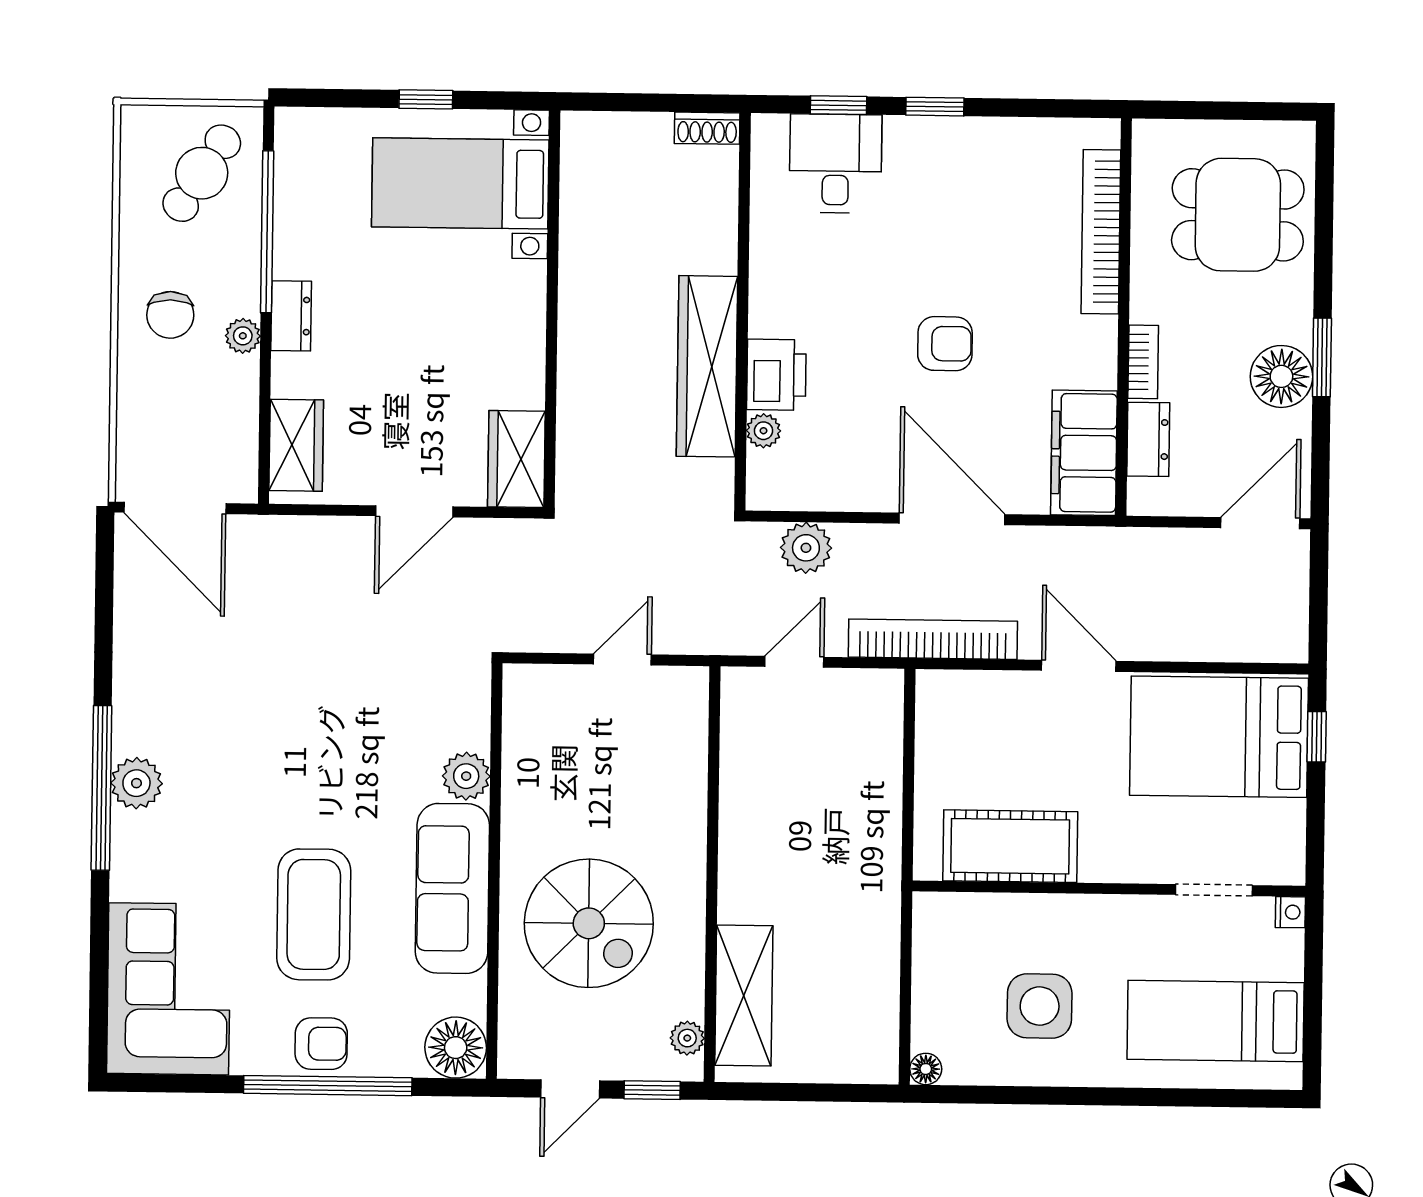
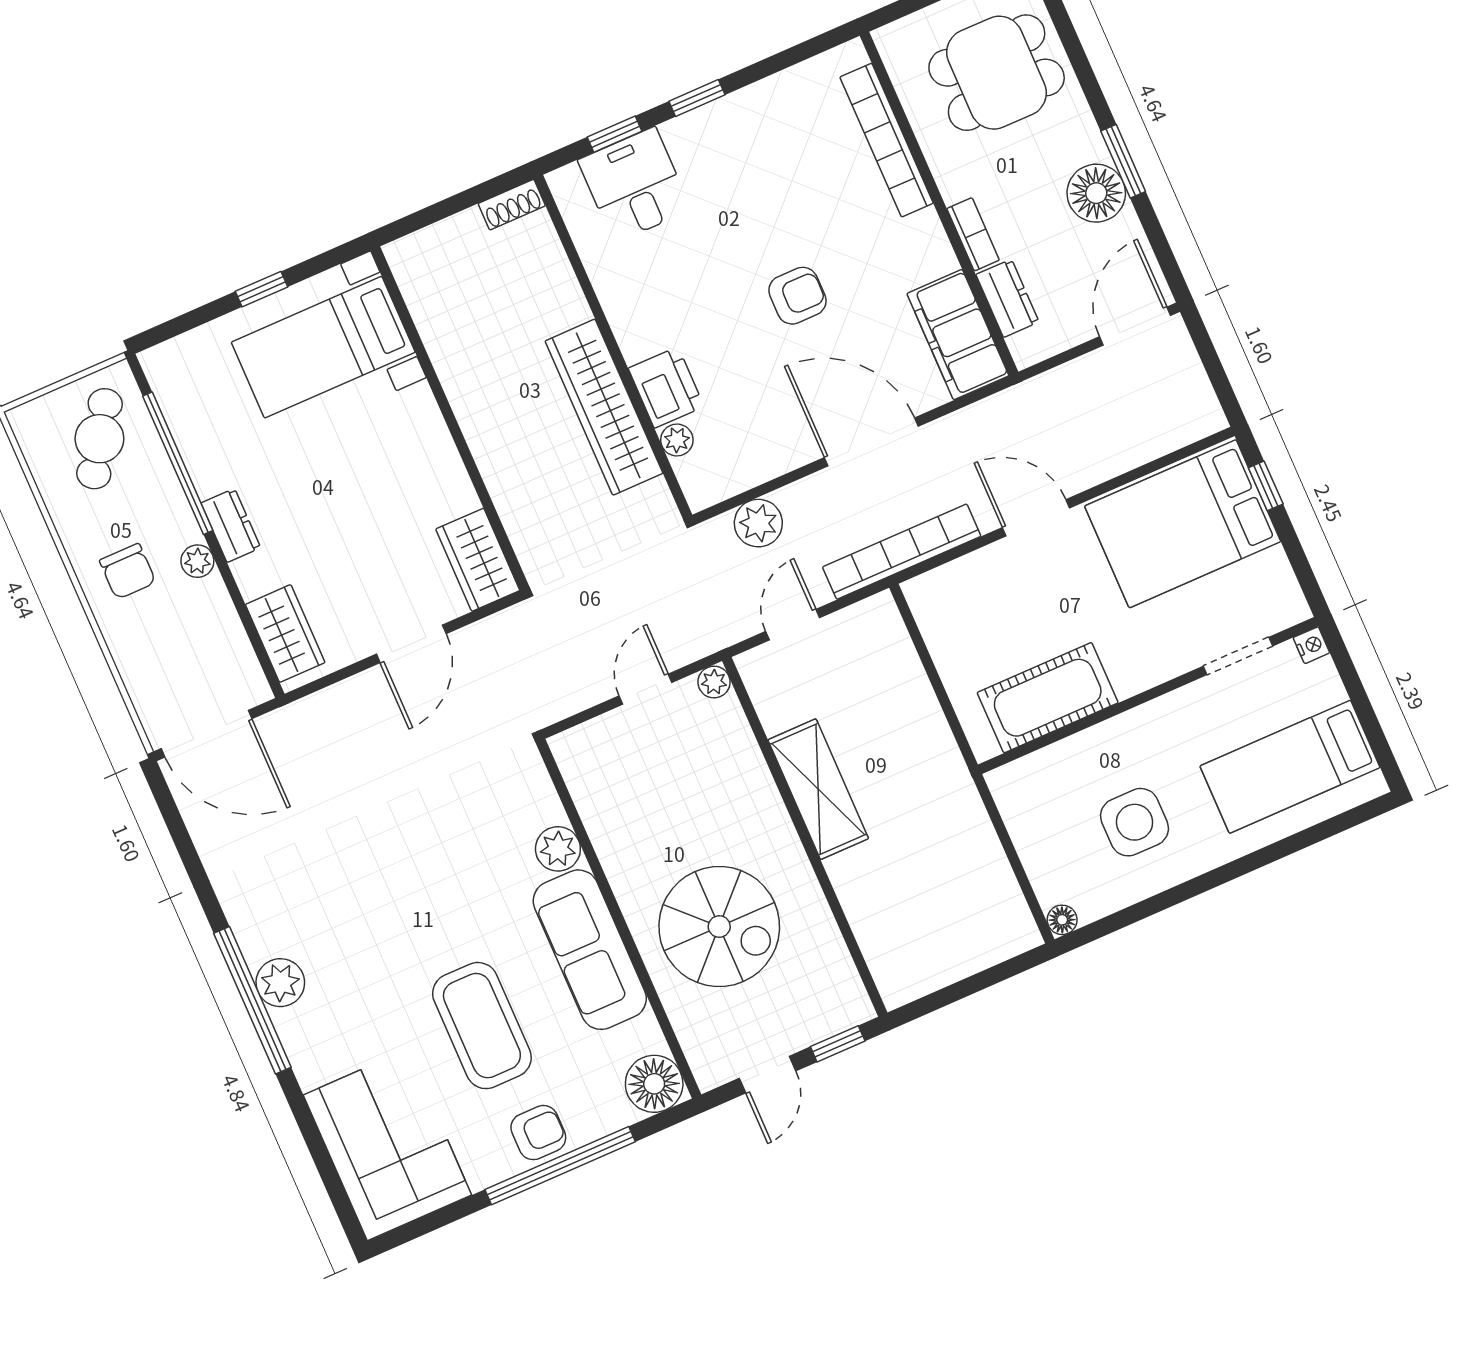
shelving: (744, 995) -> (818, 789), moved
plant: (687, 1038) -> (714, 682), moved

